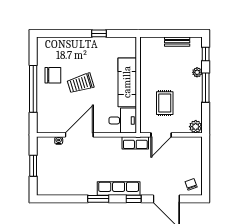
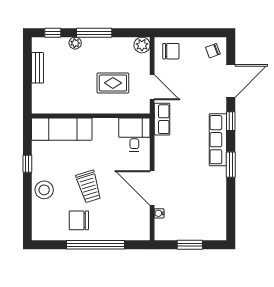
stool: (78, 47) -> (44, 190), added
chair: (53, 75) -> (79, 220), turned -90
exam couch: (127, 82) -> (62, 129), moved
chair: (191, 150) -> (171, 51), added

